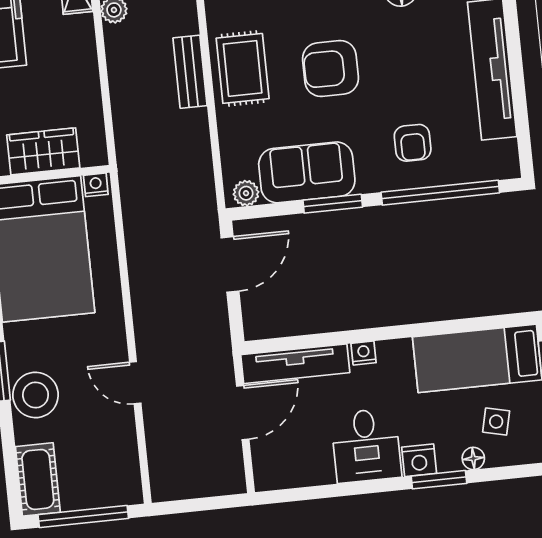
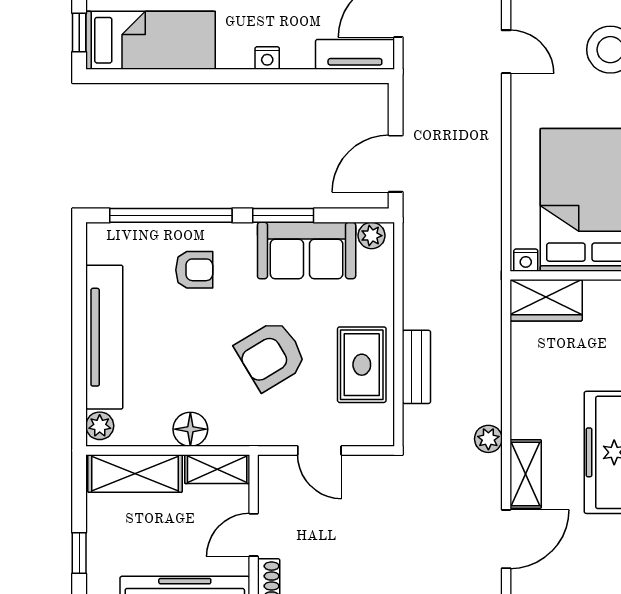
armchair: (330, 68) -> (271, 355), turned 149
armchair: (413, 143) -> (194, 270), turned 90
wardrobe: (43, 151) -> (546, 300), moved
tv unit: (295, 364) -> (355, 54), width x0.71

